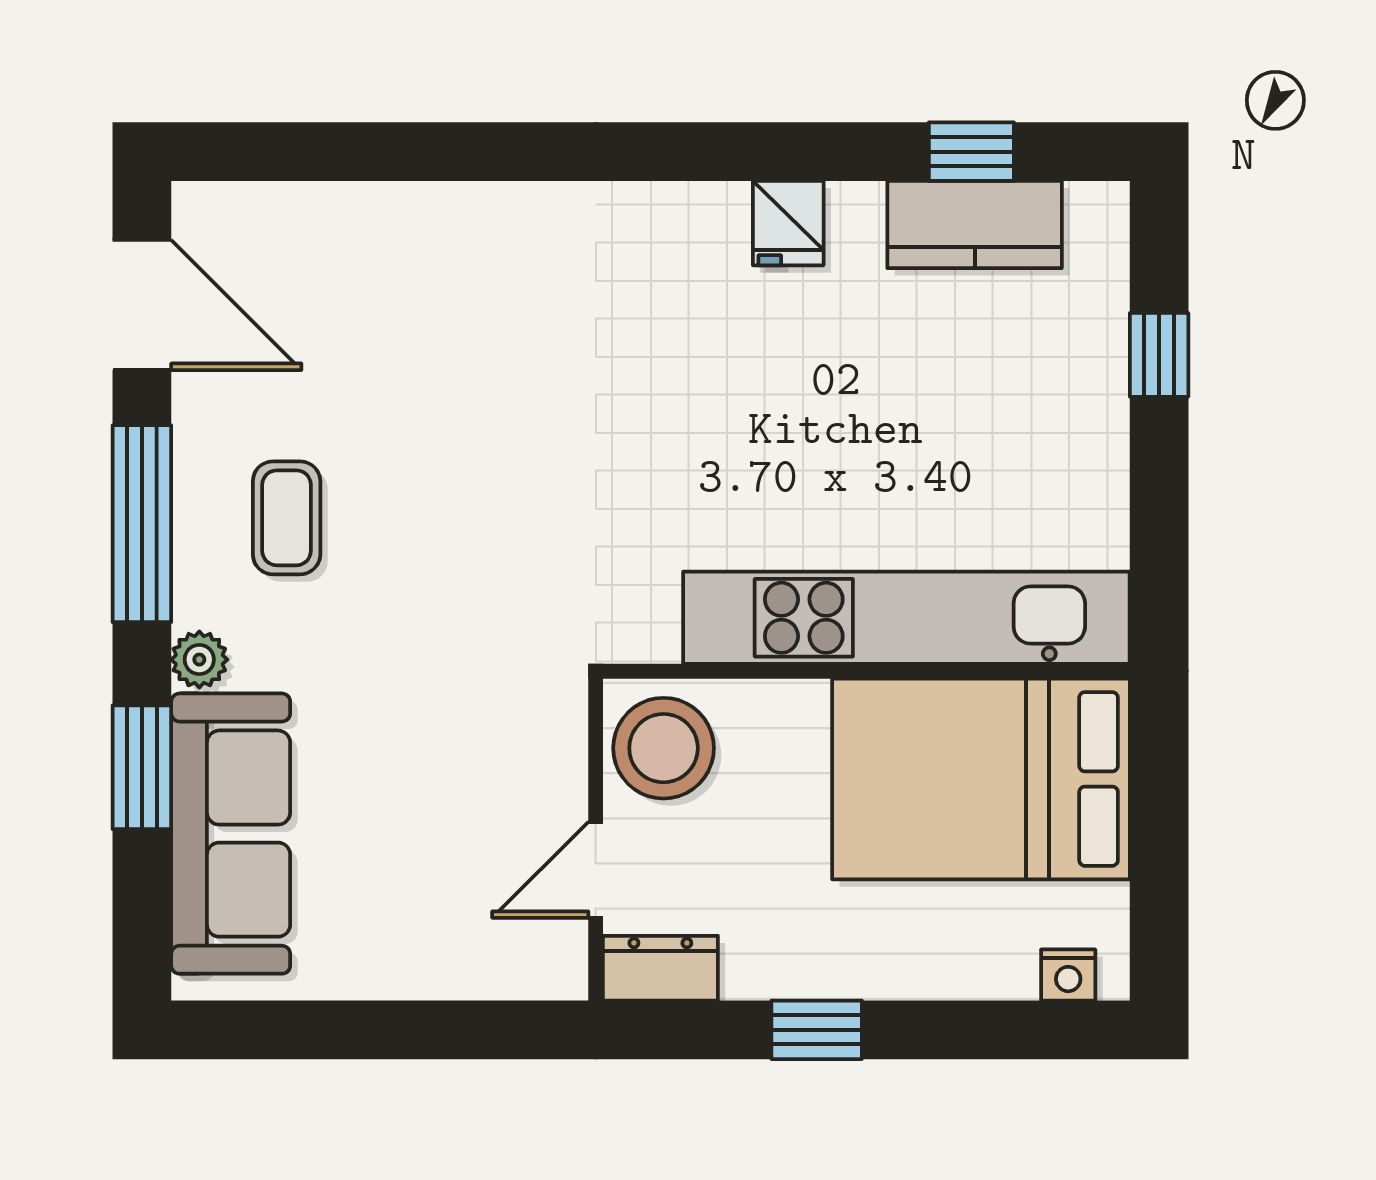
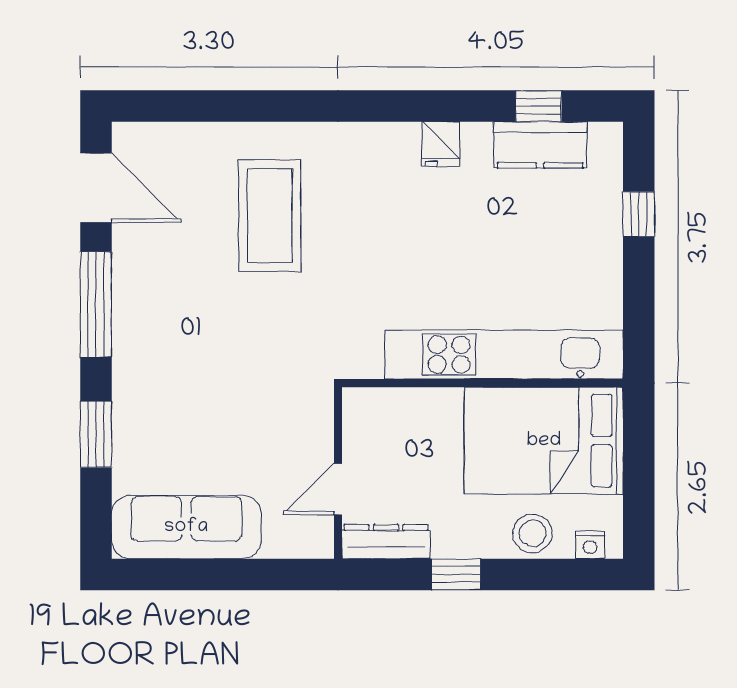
coffee table: (287, 518) -> (270, 216), moved, width x1.86, depth x1.72
plant: (199, 660) -> (127, 377), removed
stool: (664, 748) -> (533, 533), moved, width x0.73, depth x0.73
sofa: (231, 834) -> (186, 527), moved, turned -90
dresser: (660, 968) -> (386, 542), width x1.44

